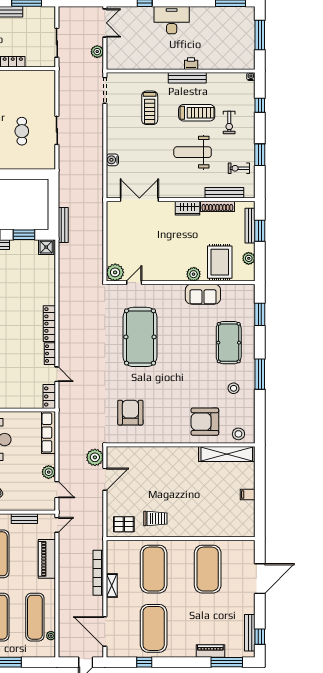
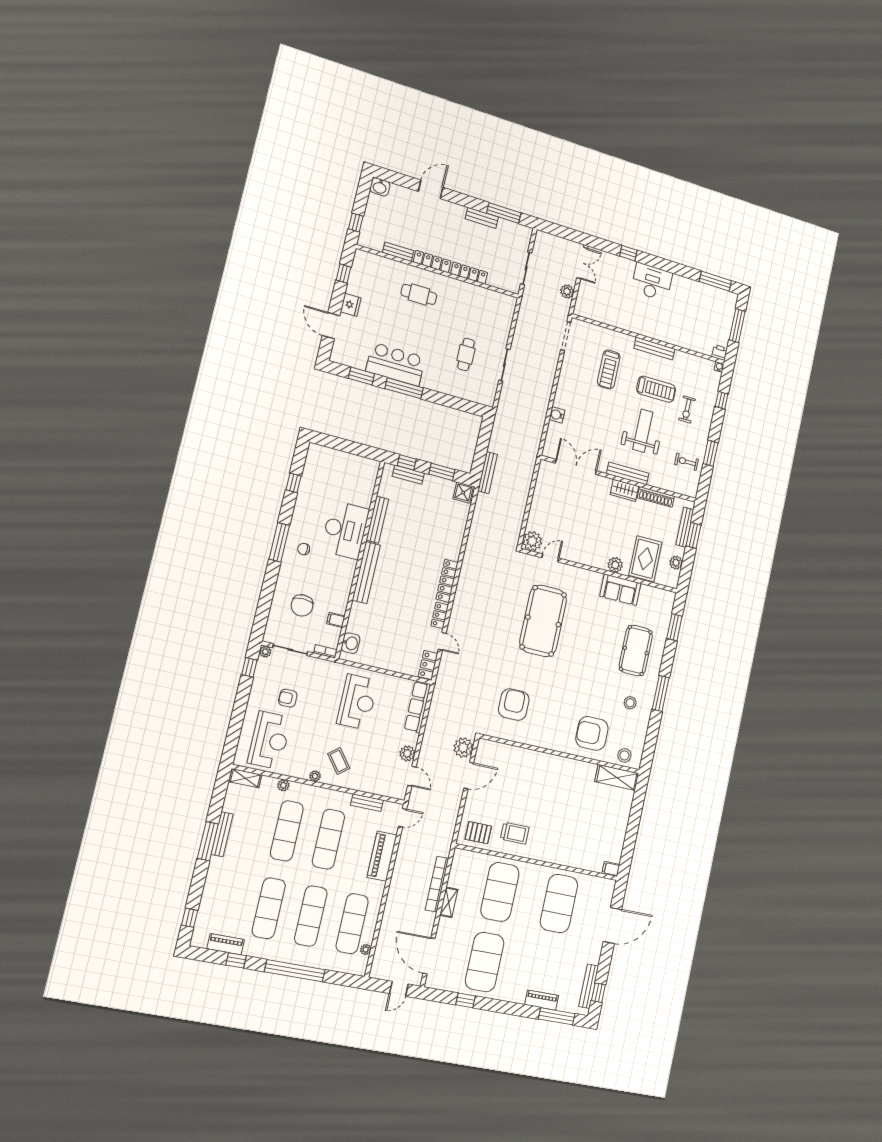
printer: (191, 64) -> (720, 353), moved
weight bench: (193, 152) -> (643, 431), turned 90
bench: (224, 193) -> (628, 473), moved
shelving: (227, 454) -> (617, 778), width x0.68
filing cabinet: (248, 495) -> (611, 869), moved

